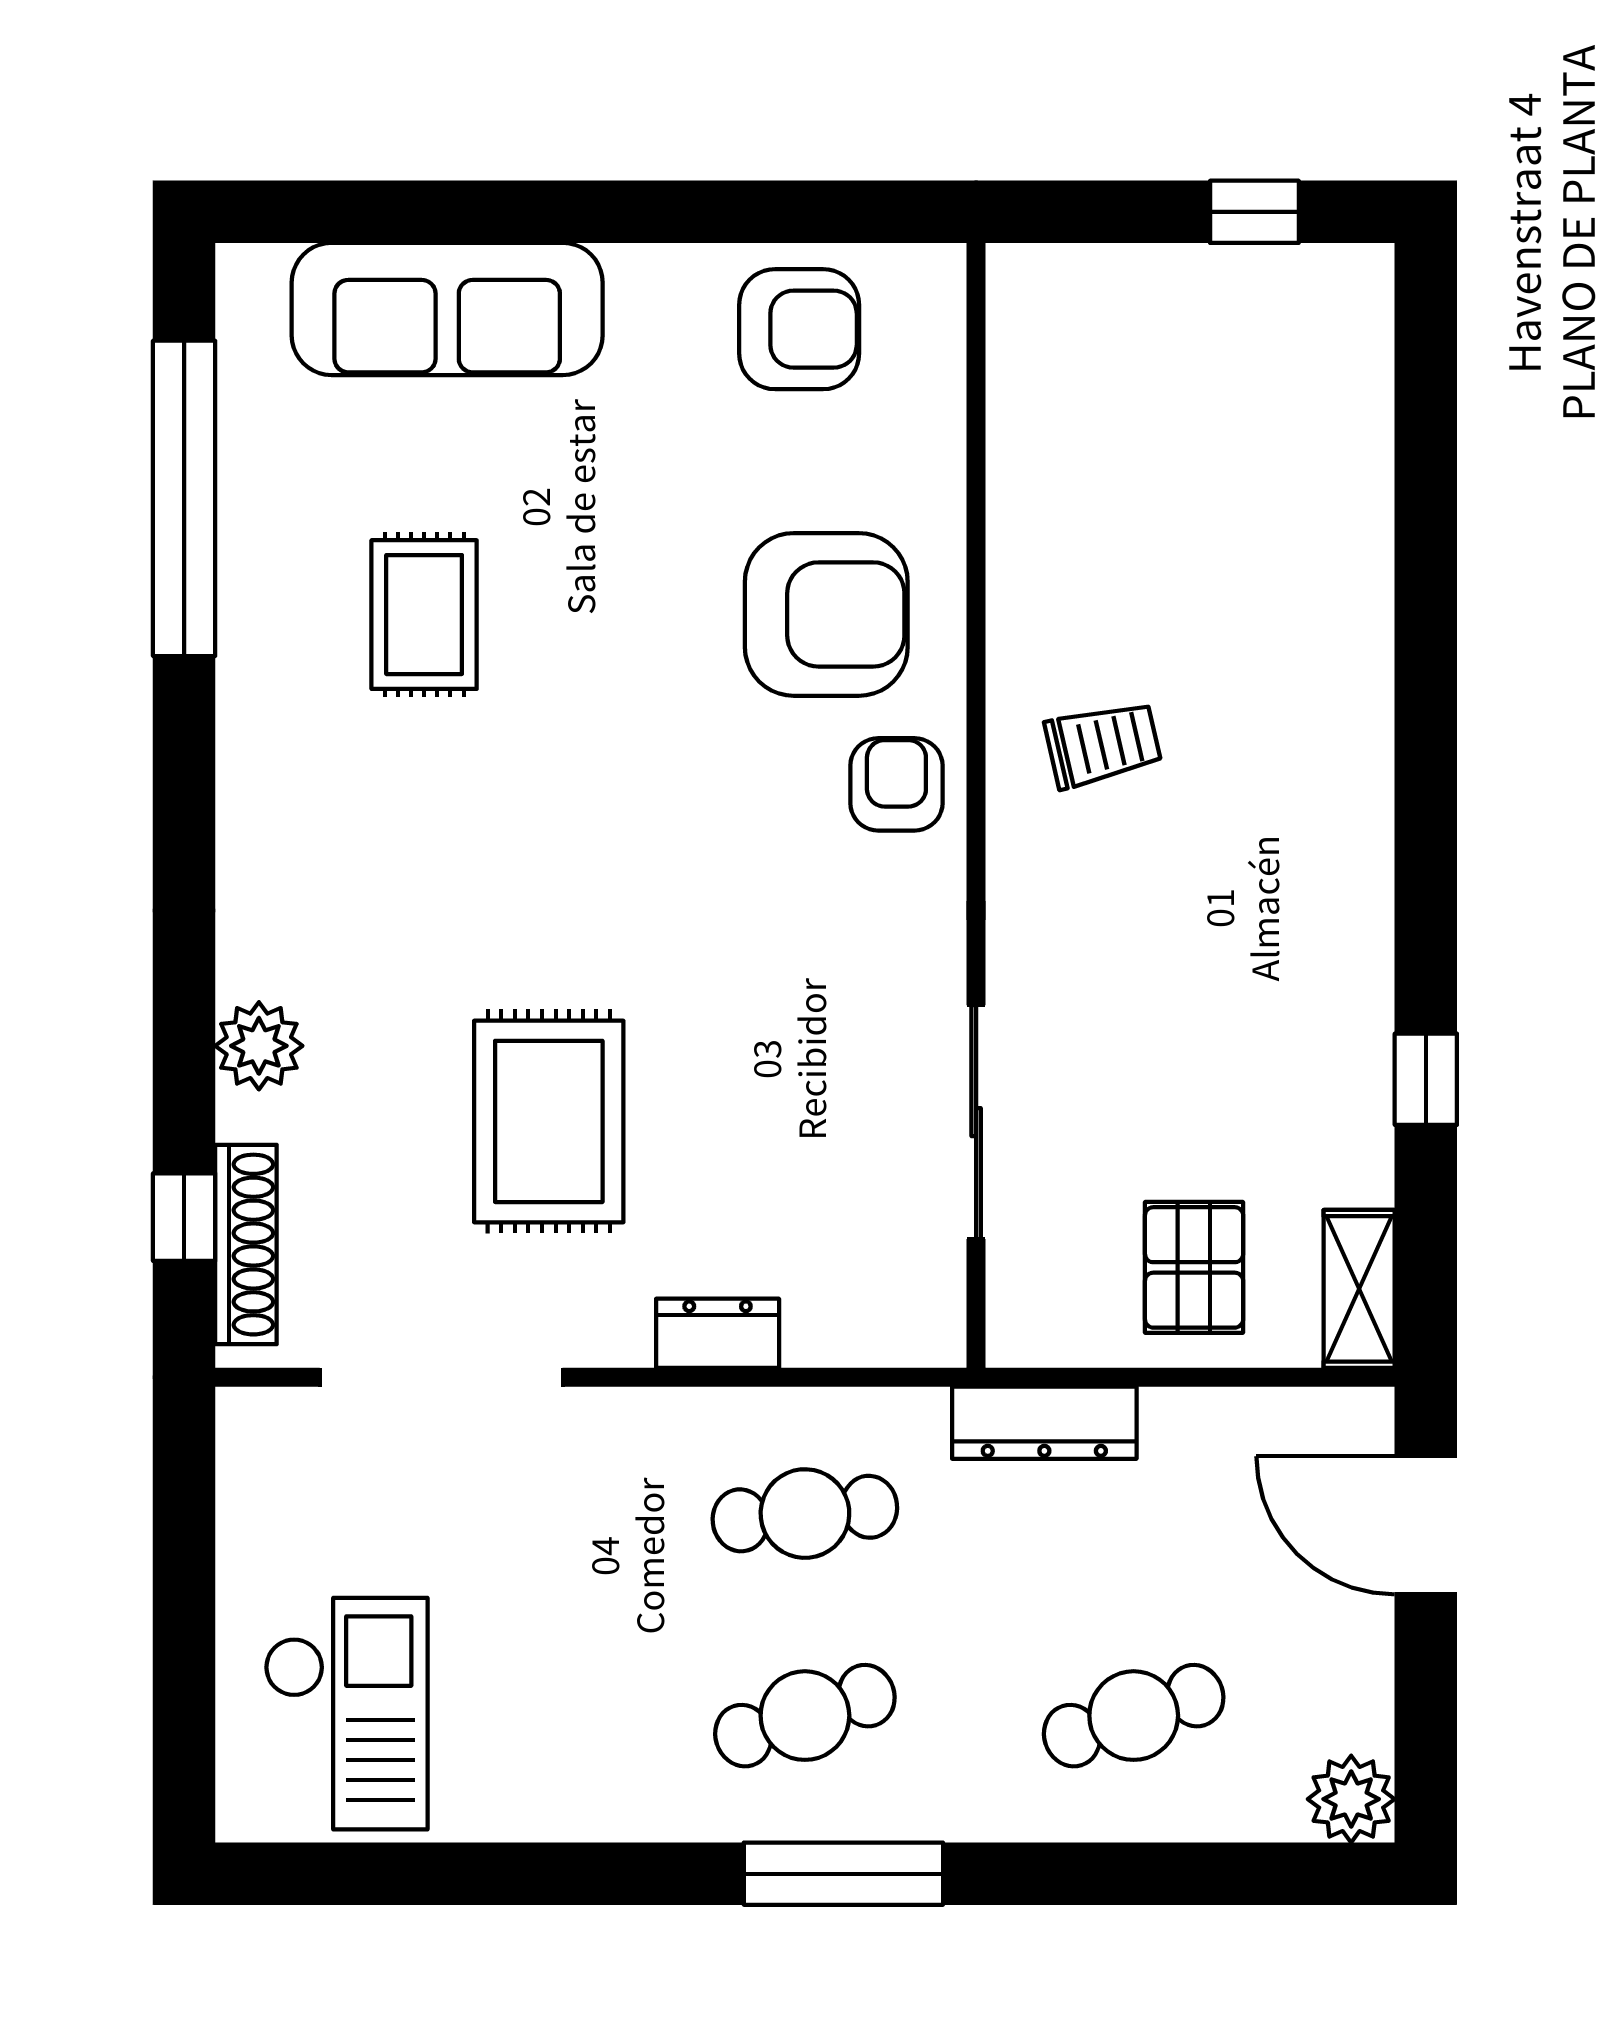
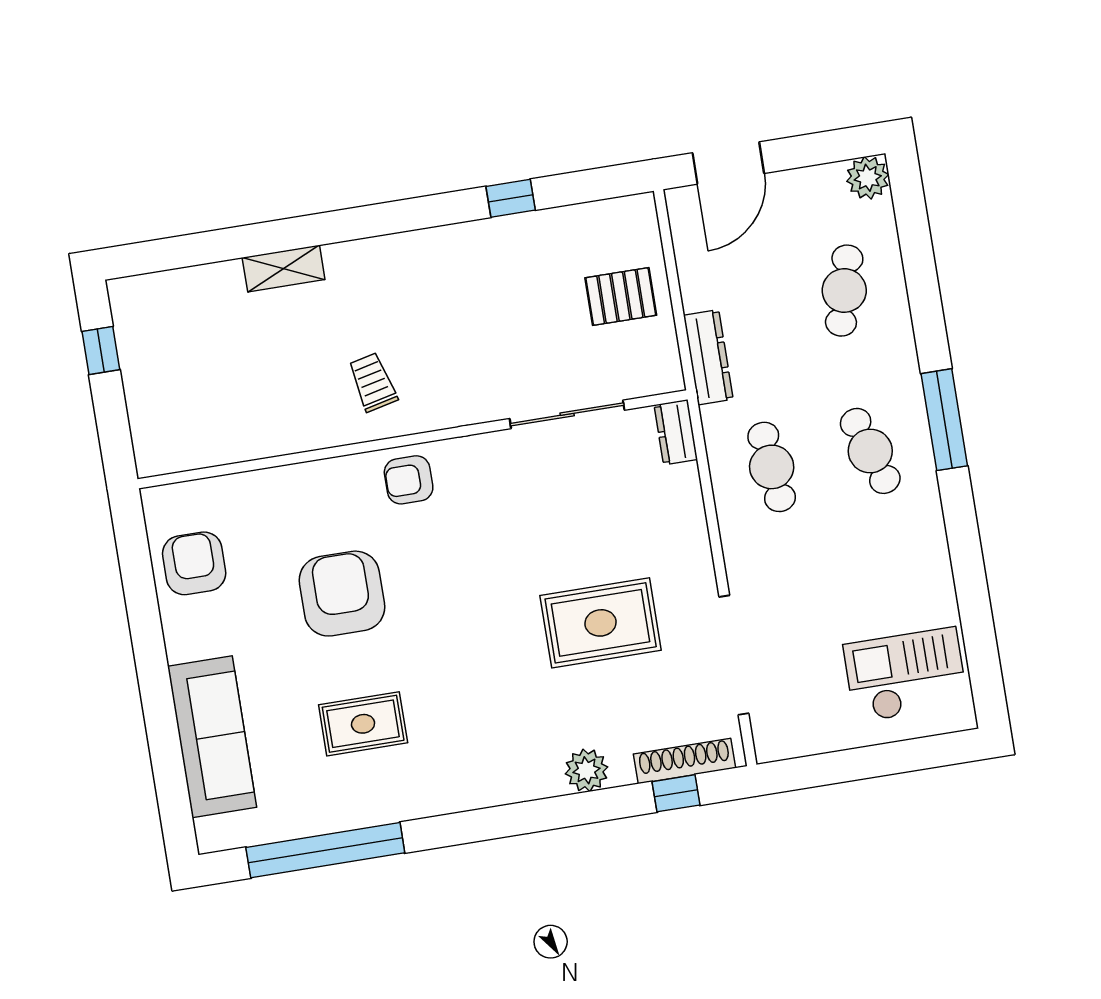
armchair: (826, 614) -> (342, 594), moved
shelving: (1359, 1289) -> (284, 268), moved
dresser: (718, 1333) -> (676, 432), moved
cafe table: (1134, 1716) -> (844, 291), turned 33

